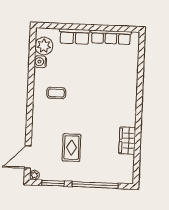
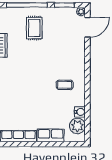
rug: (71, 148) -> (34, 28), moved

